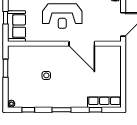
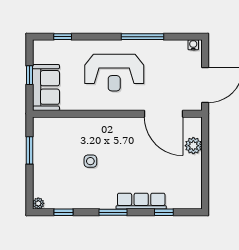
door: (82, 44) -> (163, 114), moved
plant: (115, 65) -> (193, 146), added
row of seats: (104, 102) -> (141, 201), moved

